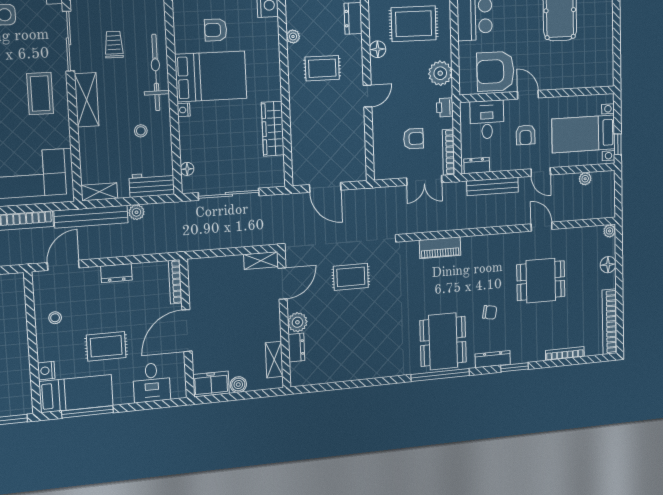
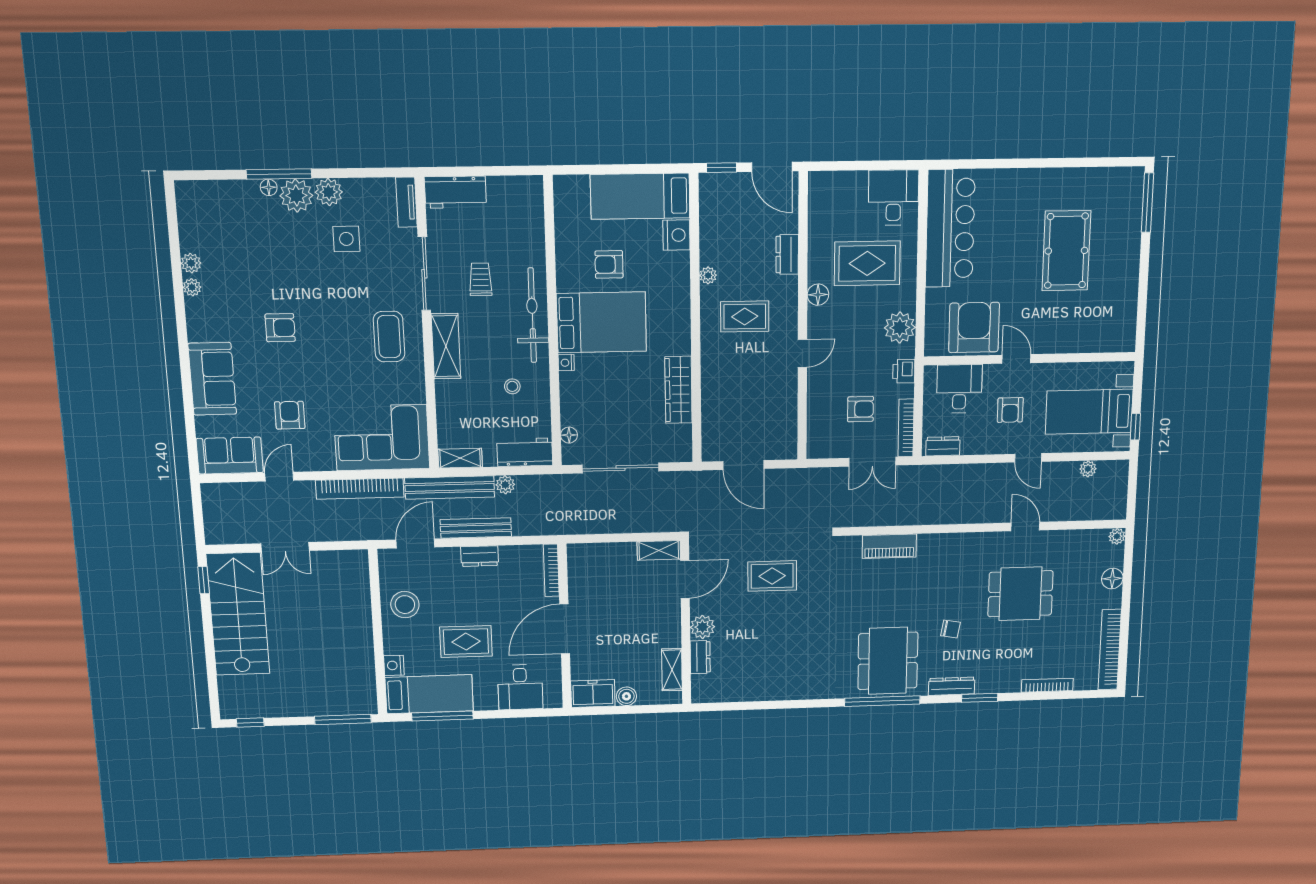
armchair: (495, 71) -> (974, 327), turned 90
bench: (493, 186) -> (476, 528), moved
stool: (55, 318) -> (405, 605), width x1.89, depth x1.89

